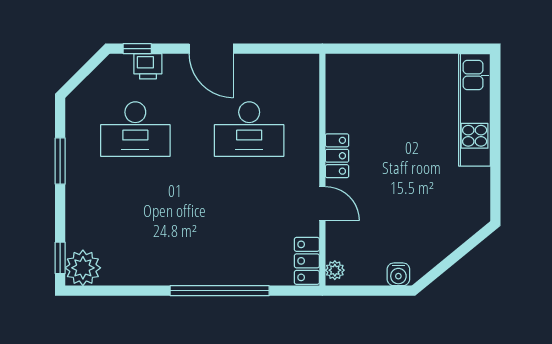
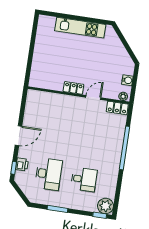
kitchen unit: (475, 110) -> (80, 28), moved
desk: (249, 129) -> (84, 179), moved, width x0.73
water cooler: (398, 274) -> (127, 80), moved

